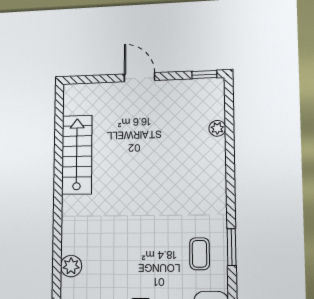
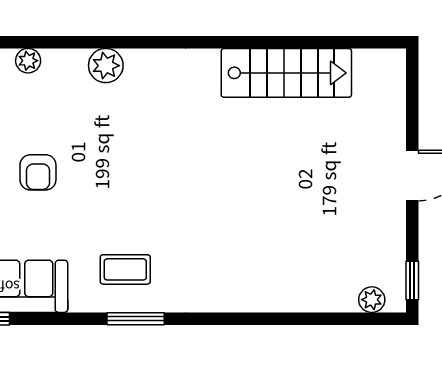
plant: (217, 128) -> (372, 300), moved

